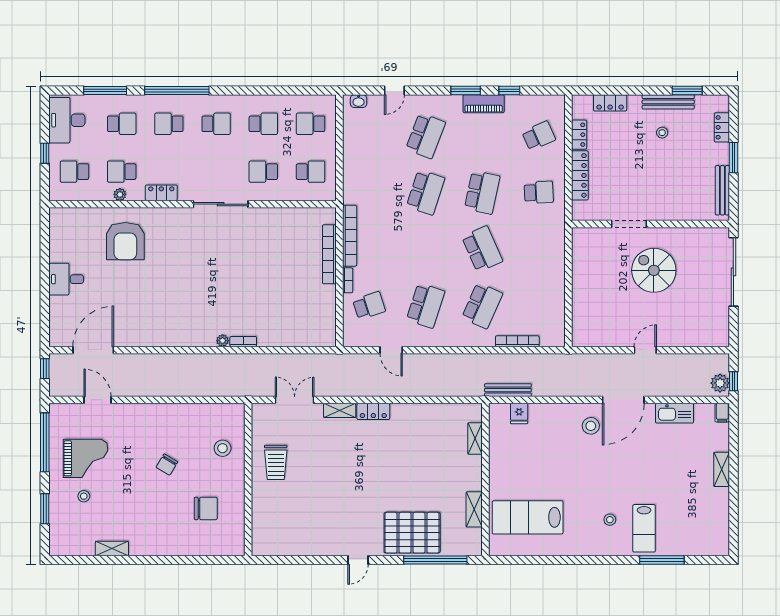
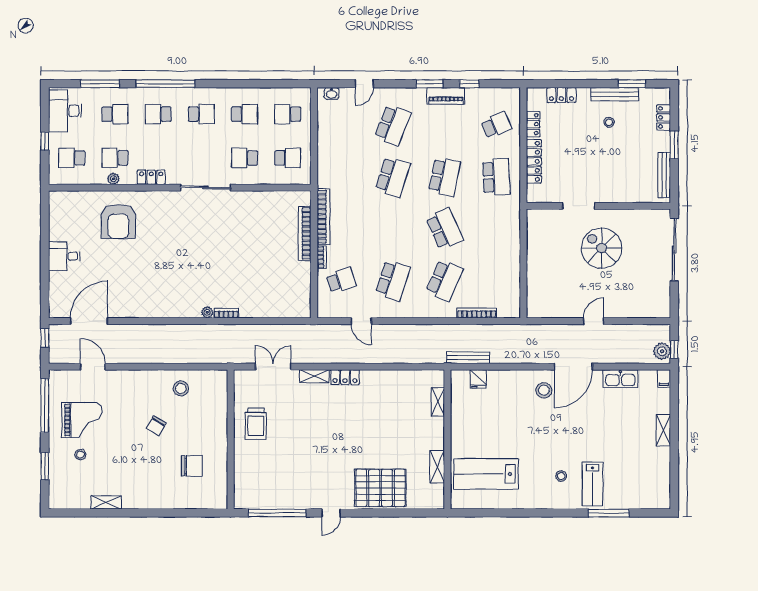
school desk: (539, 192) -> (496, 177), width x1.85
stool: (223, 448) -> (181, 389), moved
window: (435, 560) -> (277, 513), moved

